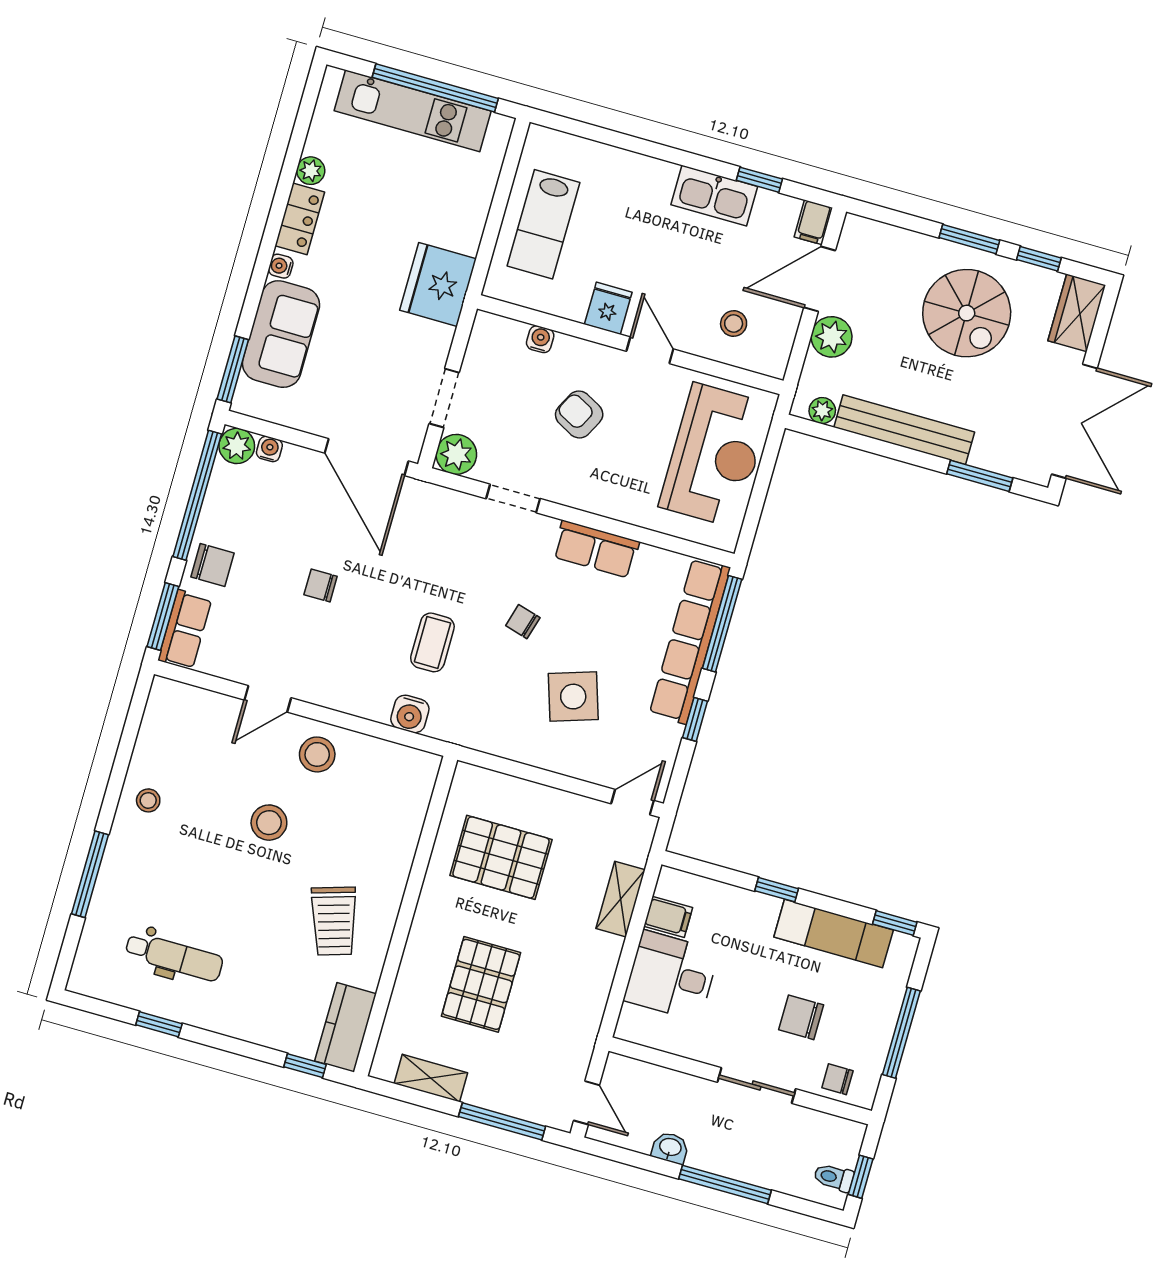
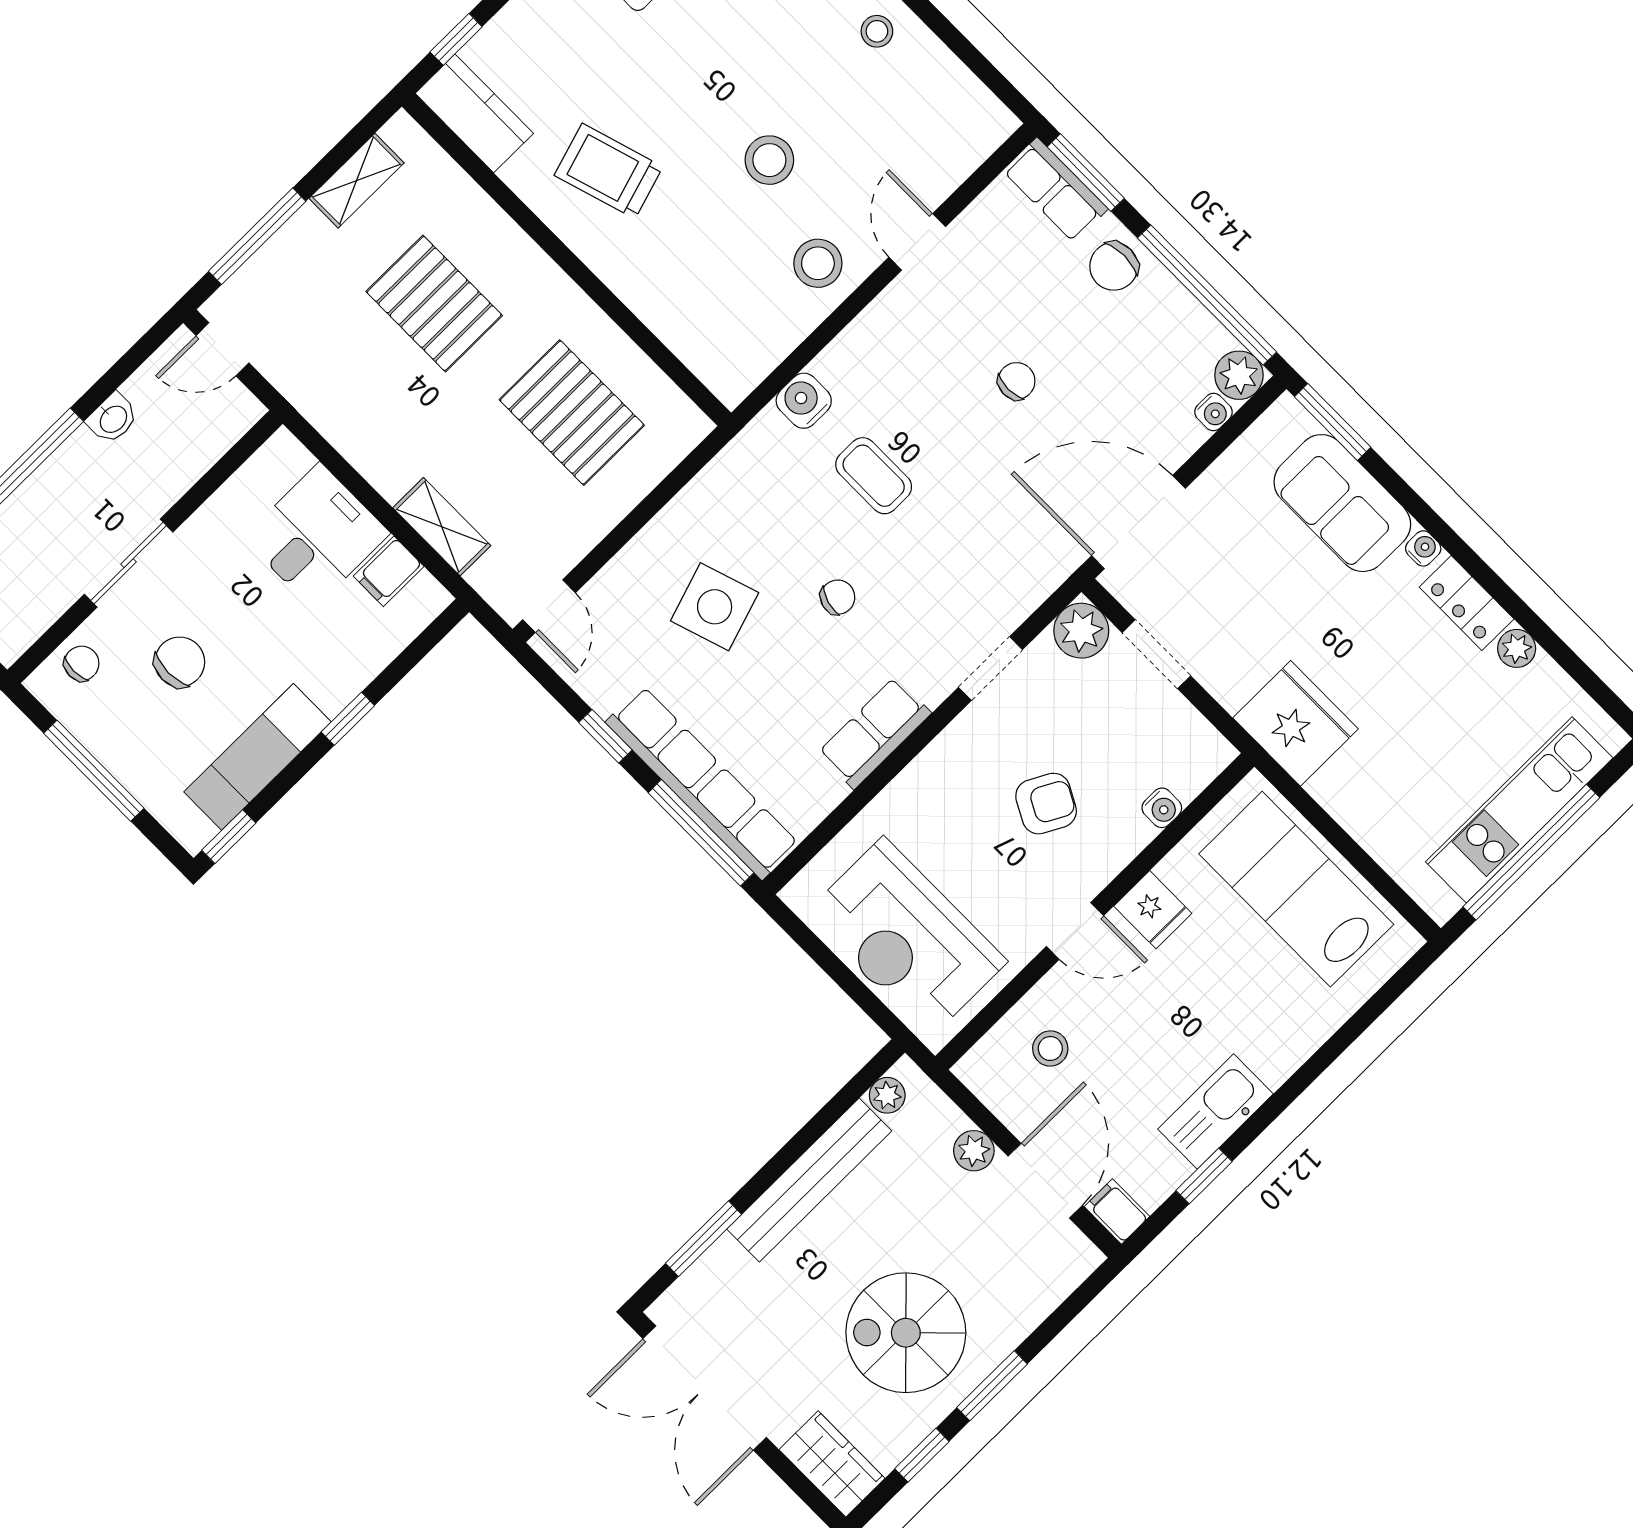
lab bench: (543, 224) -> (1296, 889), width x1.36, depth x1.39
plant: (832, 337) -> (974, 1151), width x0.73, depth x0.73
pallet: (501, 857) -> (572, 413), turned 90

